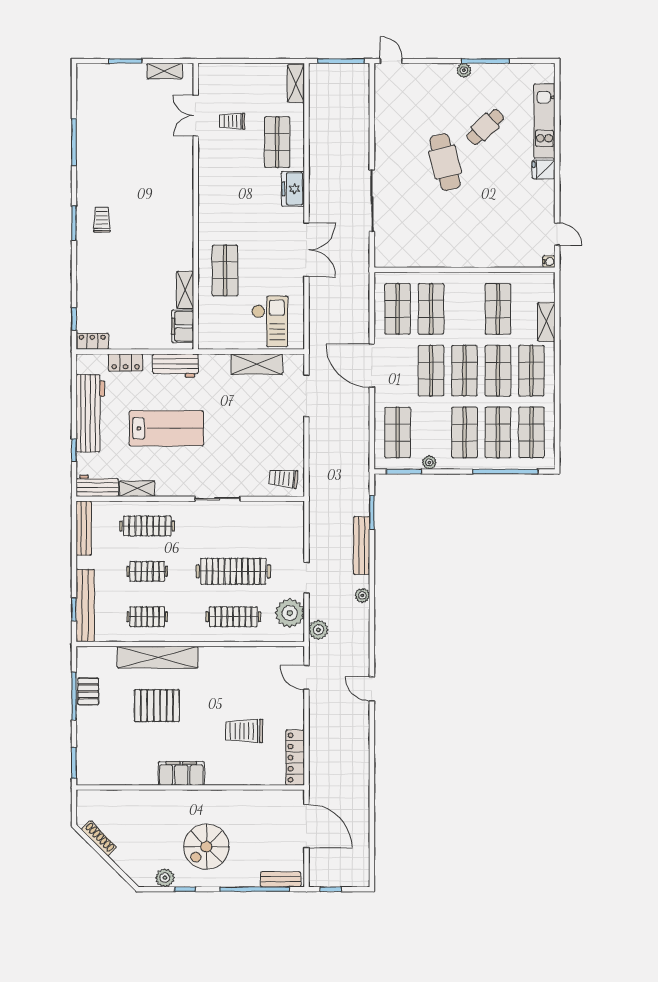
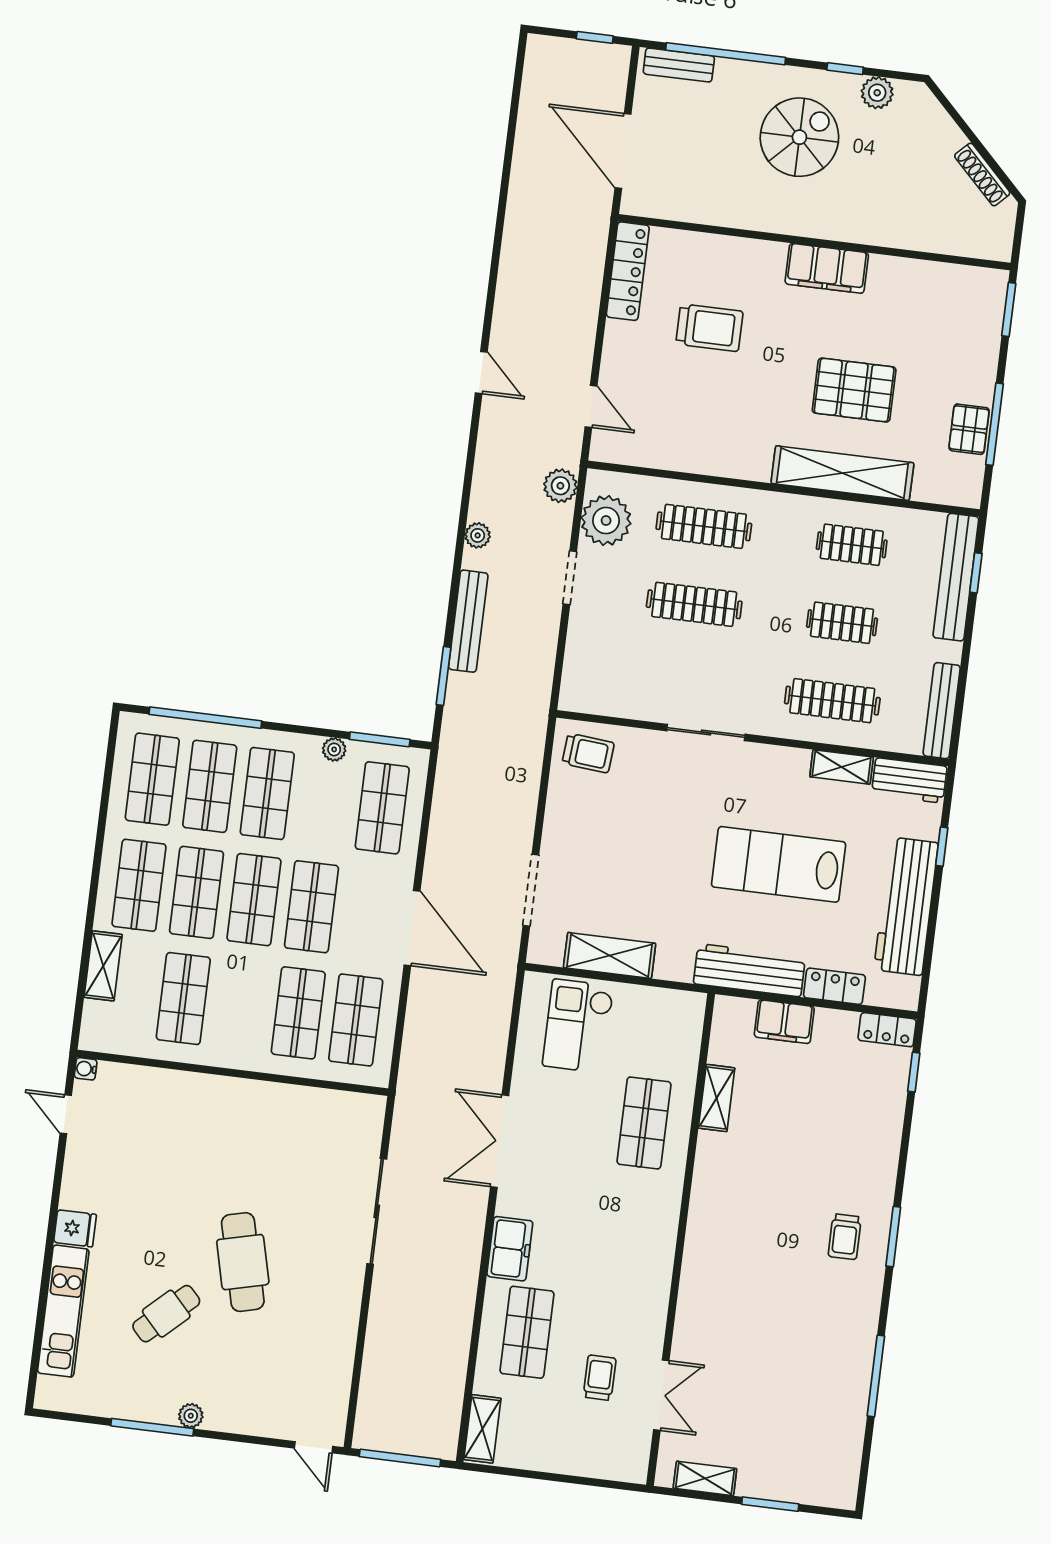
trolley: (232, 121) -> (600, 1378), turned -90
filing cabinet: (183, 326) -> (784, 1022), moved, turned 90
workbench: (175, 366) -> (749, 970), width x1.38
clothes rail: (233, 571) -> (694, 604), width x0.73, depth x0.76

